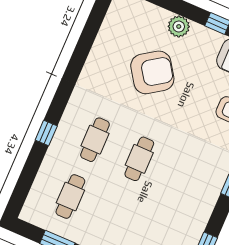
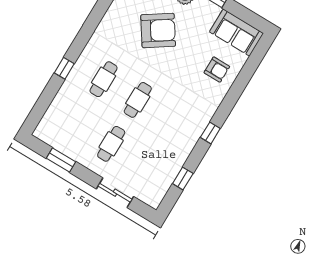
cafe table: (70, 197) -> (111, 144), moved

